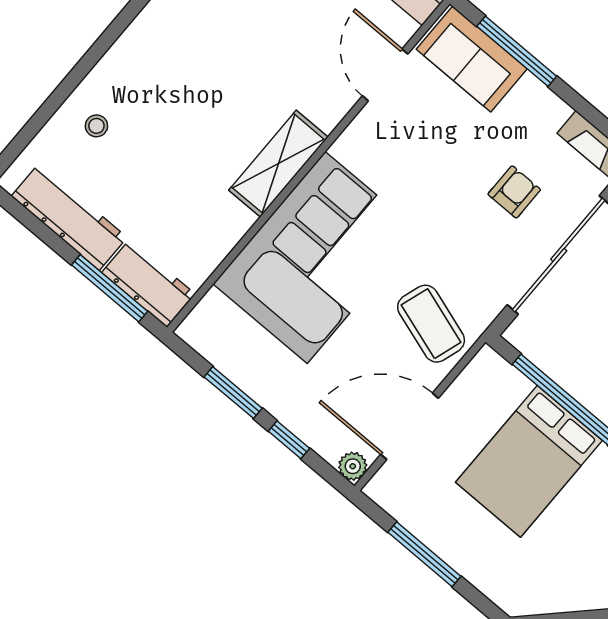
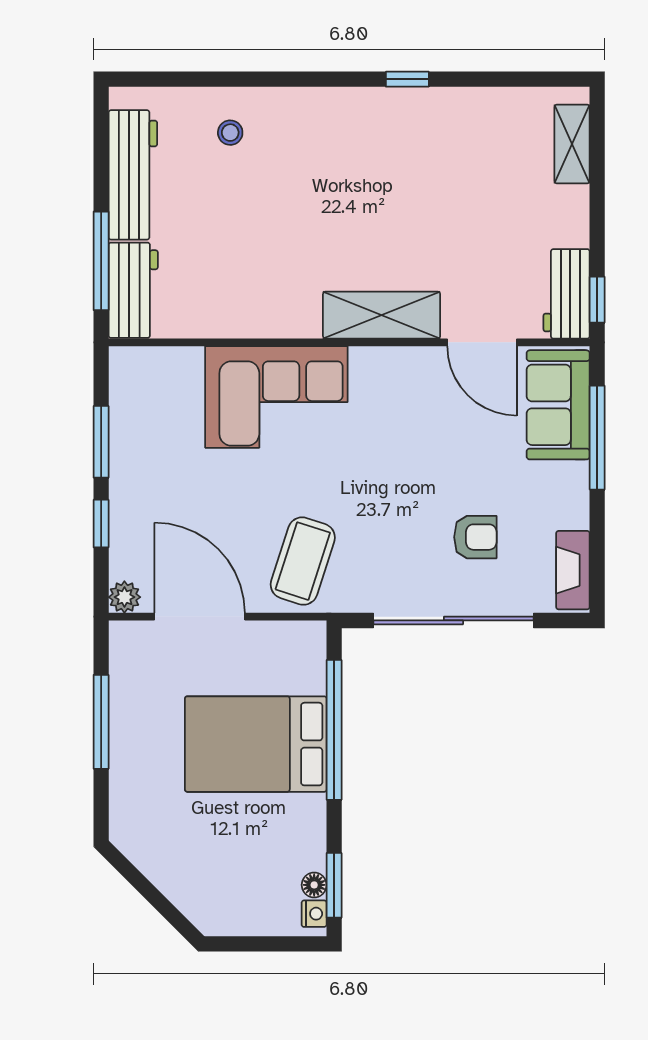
door: (385, 75) -> (482, 342), swing flipped
shelving: (278, 164) -> (382, 315), moved
corner sofa: (316, 257) -> (276, 397), width x0.73, depth x0.74

